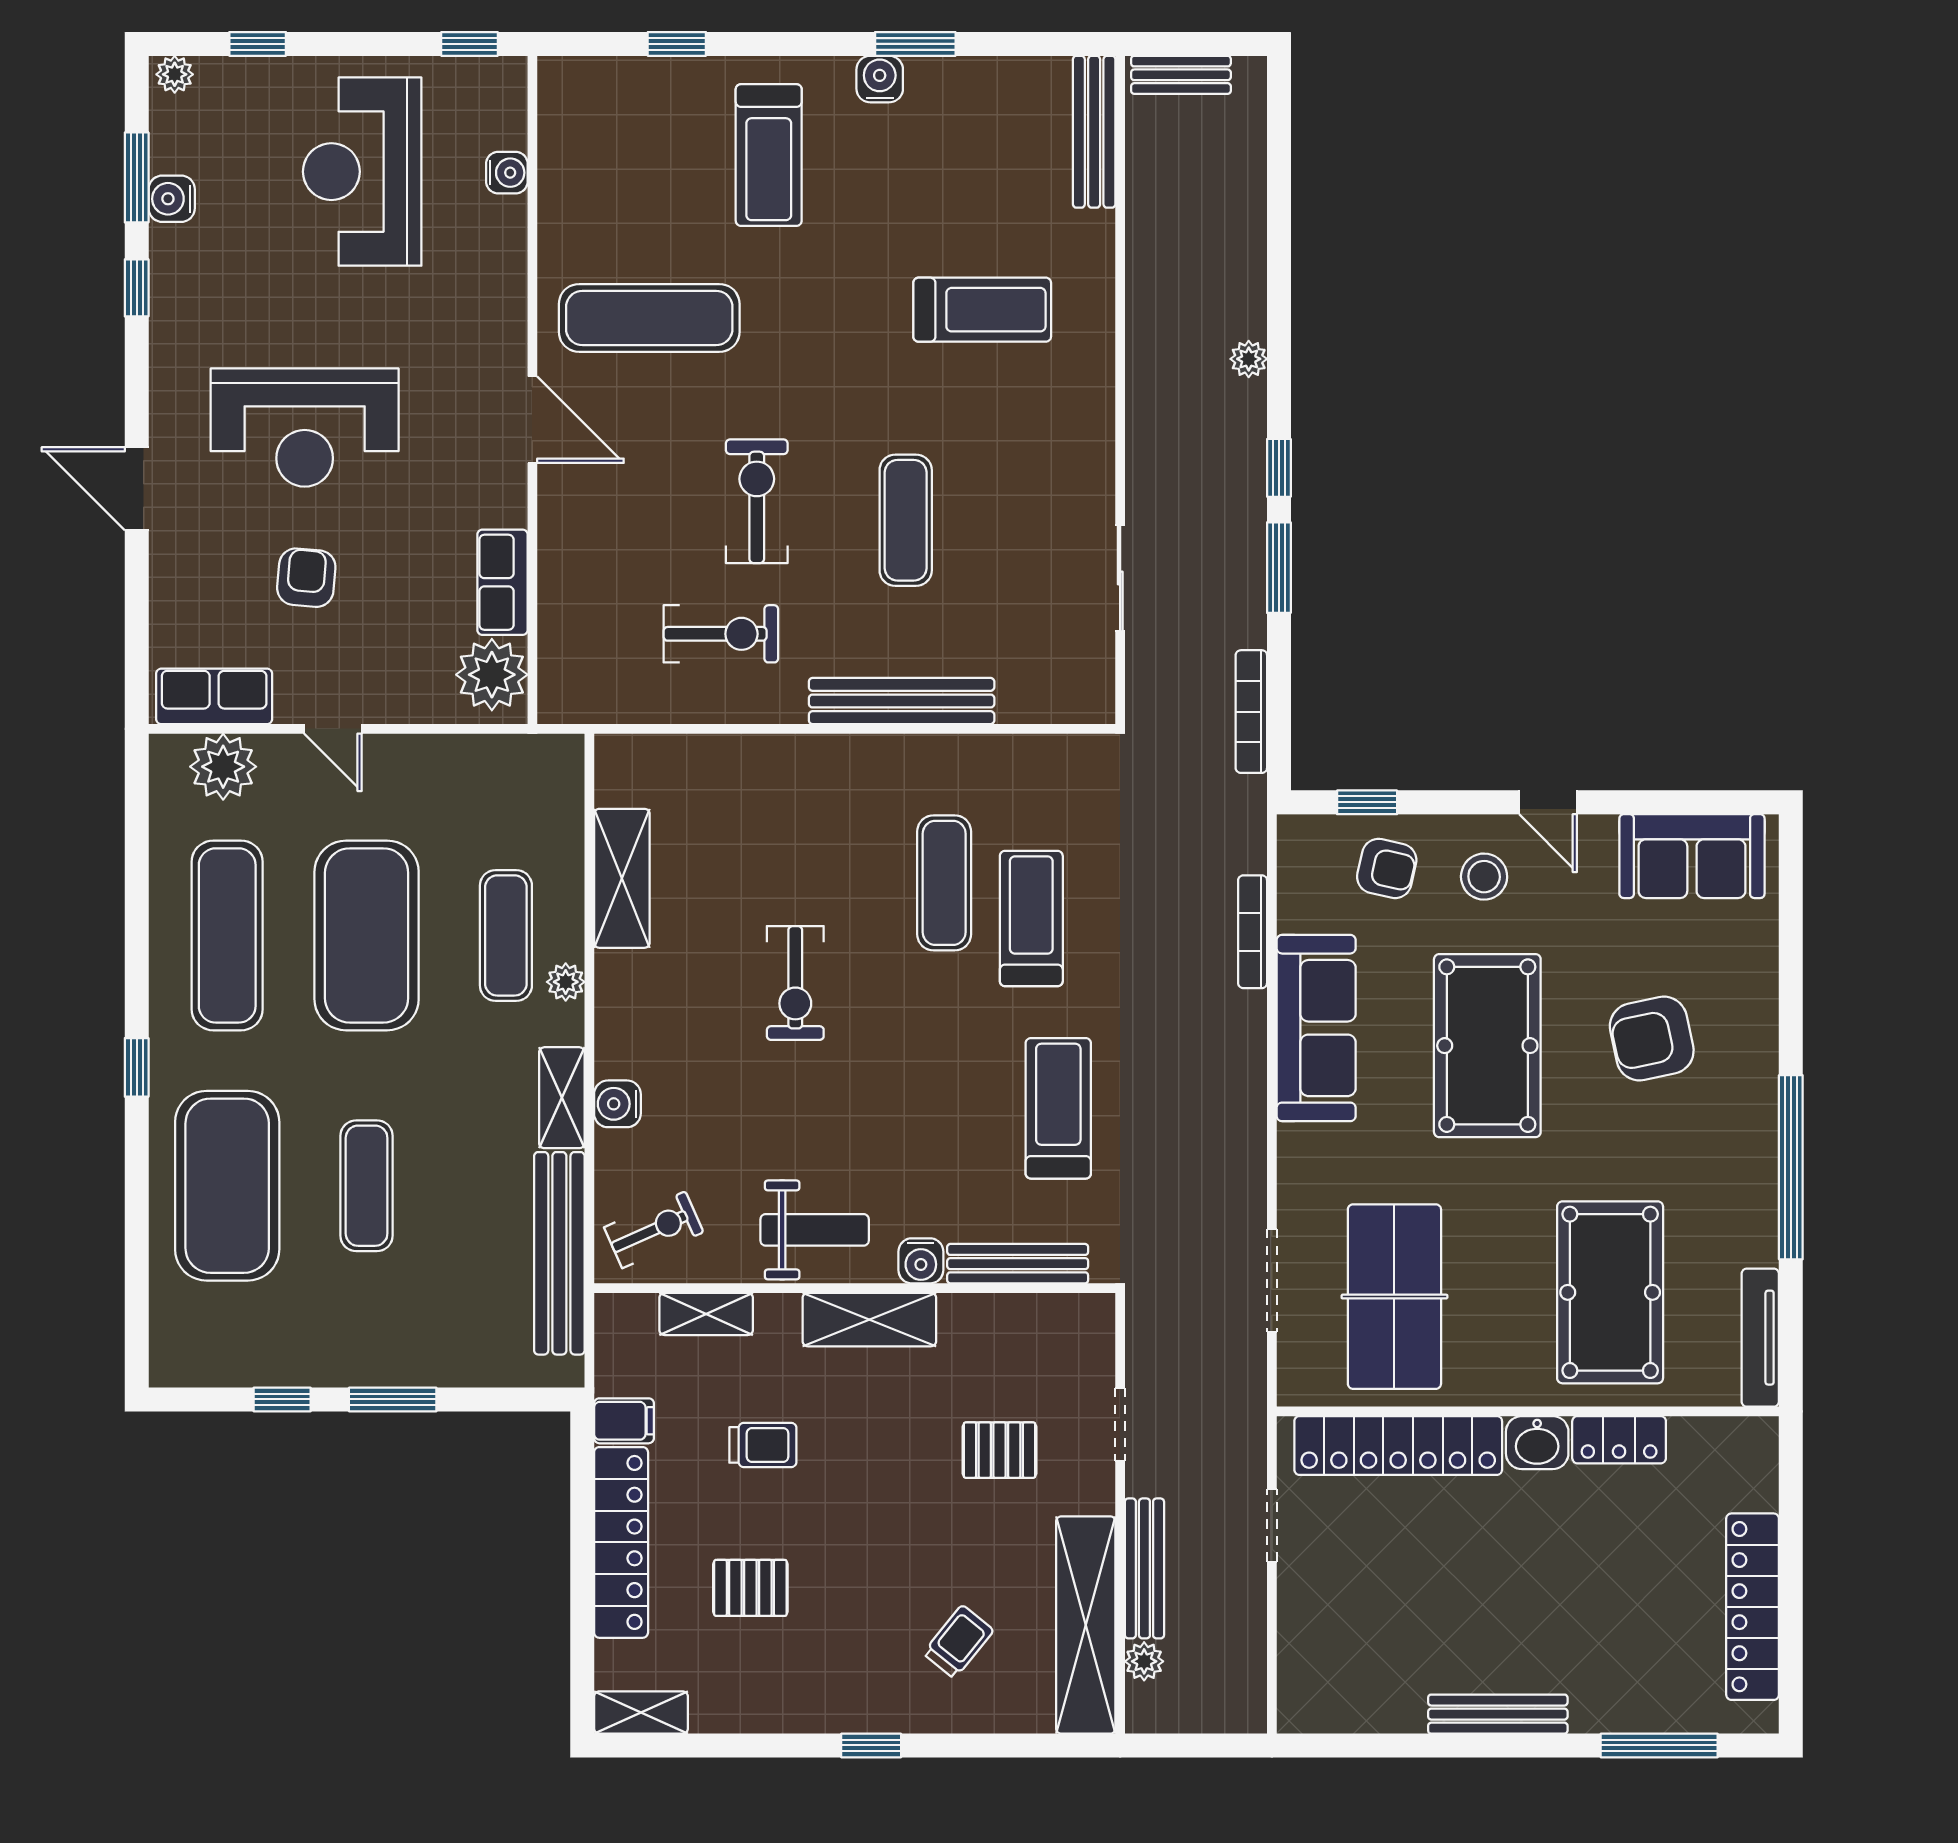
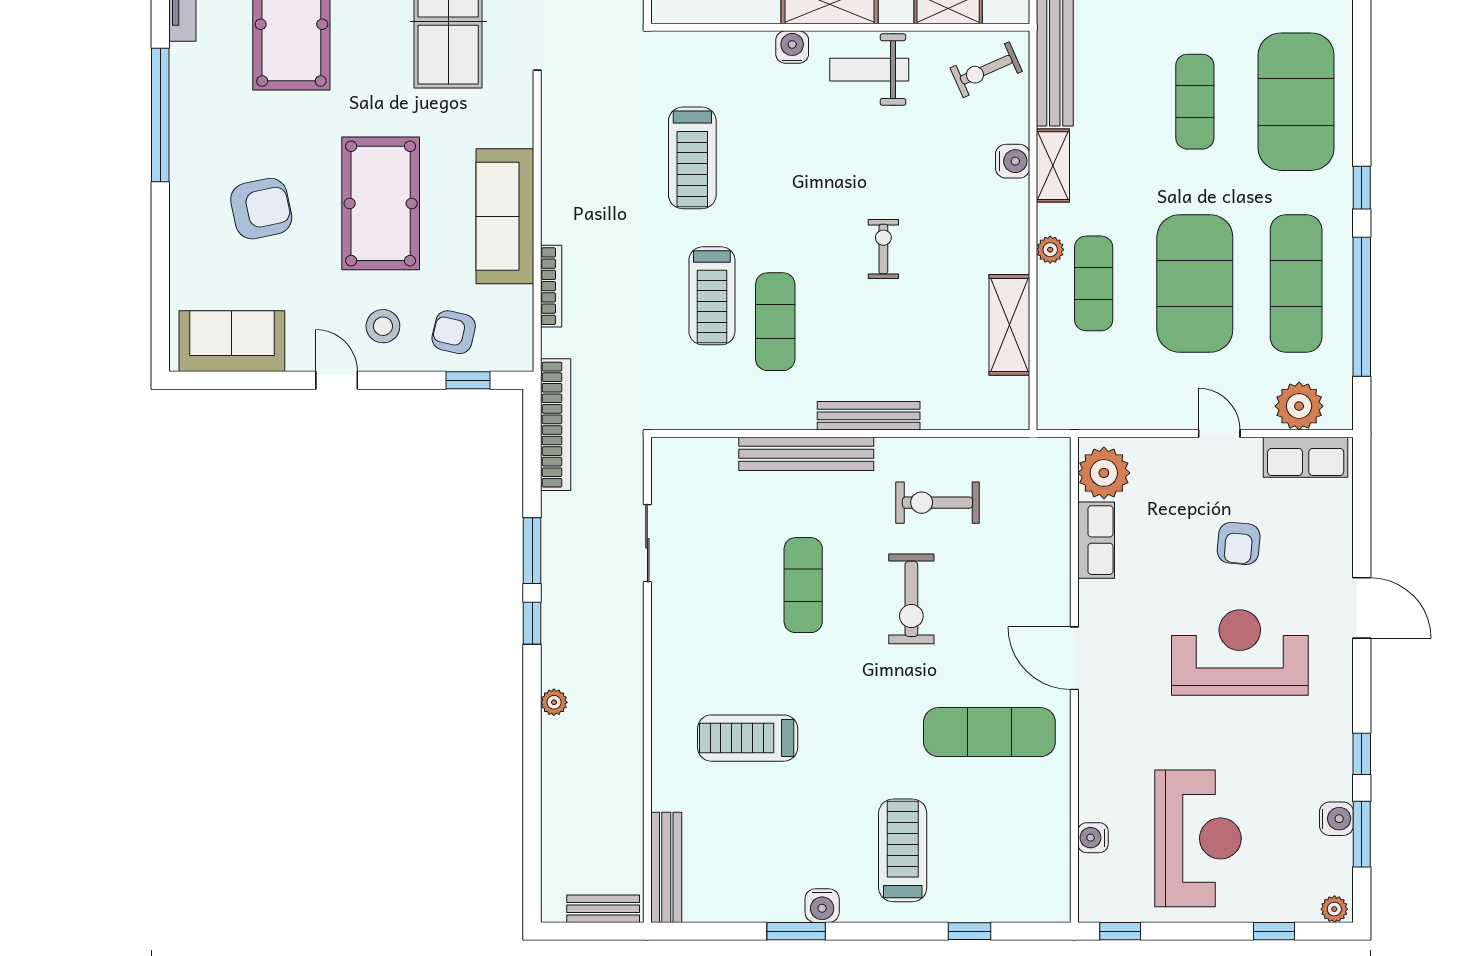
bookcase: (1251, 712) -> (556, 425), width x1.48, depth x1.31
window: (137, 903) -> (1362, 307), added
exercise bike: (795, 983) -> (883, 249), width x0.73, depth x0.72
bench: (1018, 1264) -> (869, 416), moved

